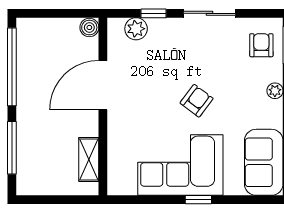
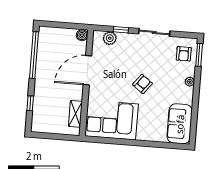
armchair: (261, 45) -> (184, 54), turned 180
window: (12, 148) -> (30, 103), width x0.46
corner sofa: (180, 165) -> (112, 120), moved
window: (198, 200) -> (139, 143), removed

